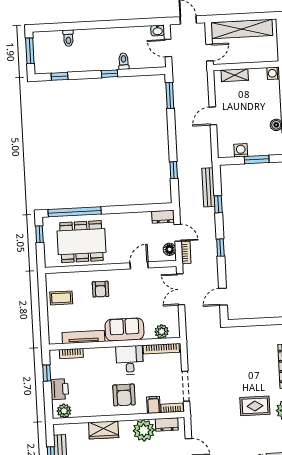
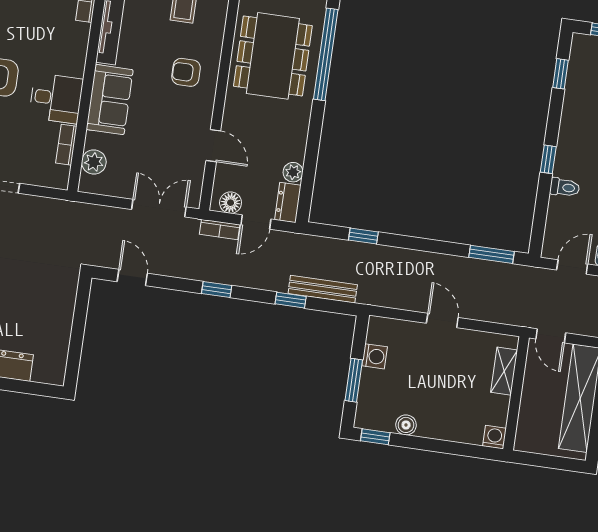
plant: (145, 217) -> (293, 172), added
bookcase: (161, 349) -> (66, 145), width x0.64

